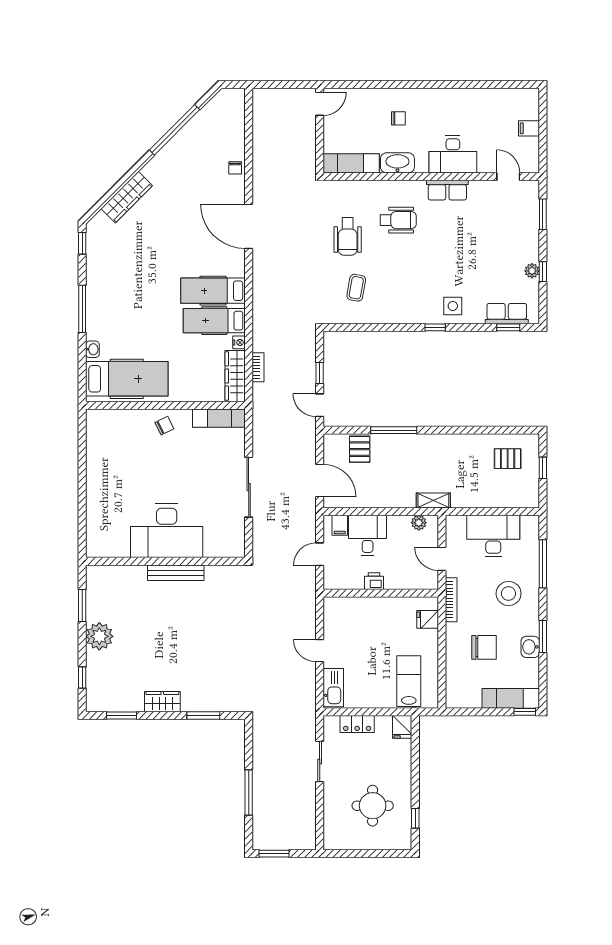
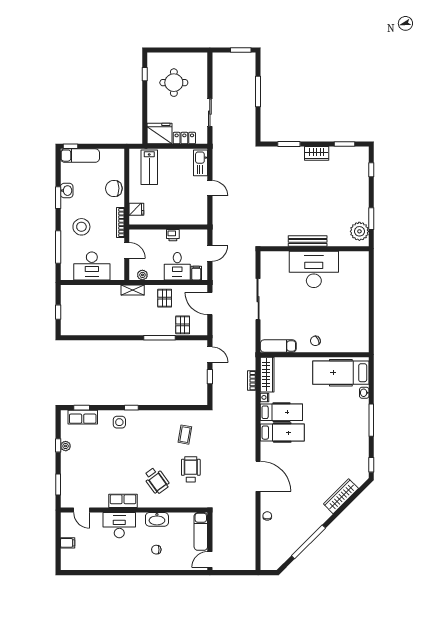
exam couch: (351, 163) -> (201, 531), moved, turned 90
wheelchair: (398, 220) -> (156, 481), turned -126
pallet: (508, 459) -> (165, 298), moved, turned 90
plant: (99, 636) -> (359, 231), moved
chair: (484, 647) -> (114, 188), moved
fridge: (402, 727) -> (160, 134), width x1.88, depth x1.34

